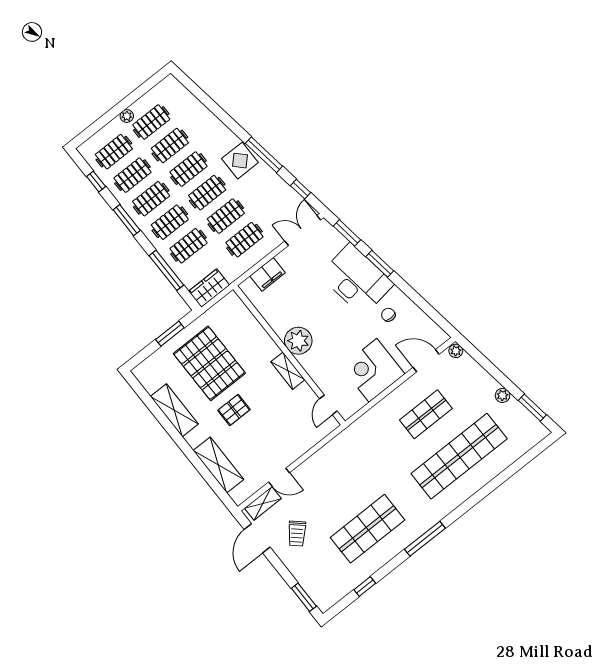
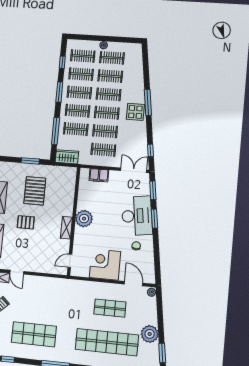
window: (264, 155) -> (148, 102), moved
pallet: (209, 363) -> (35, 191), width x0.73, depth x0.71
plant: (503, 395) -> (150, 334), width x1.88, depth x1.88

